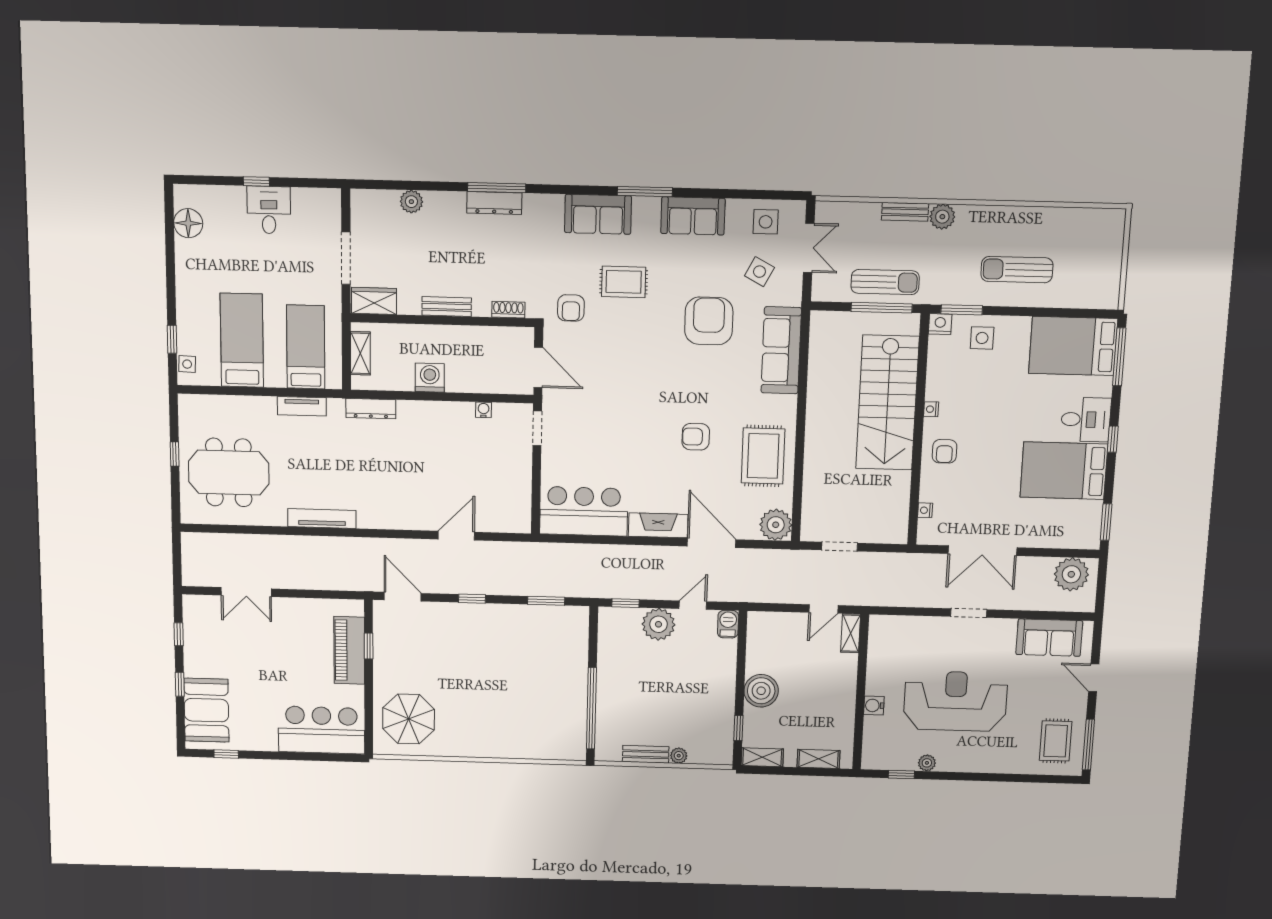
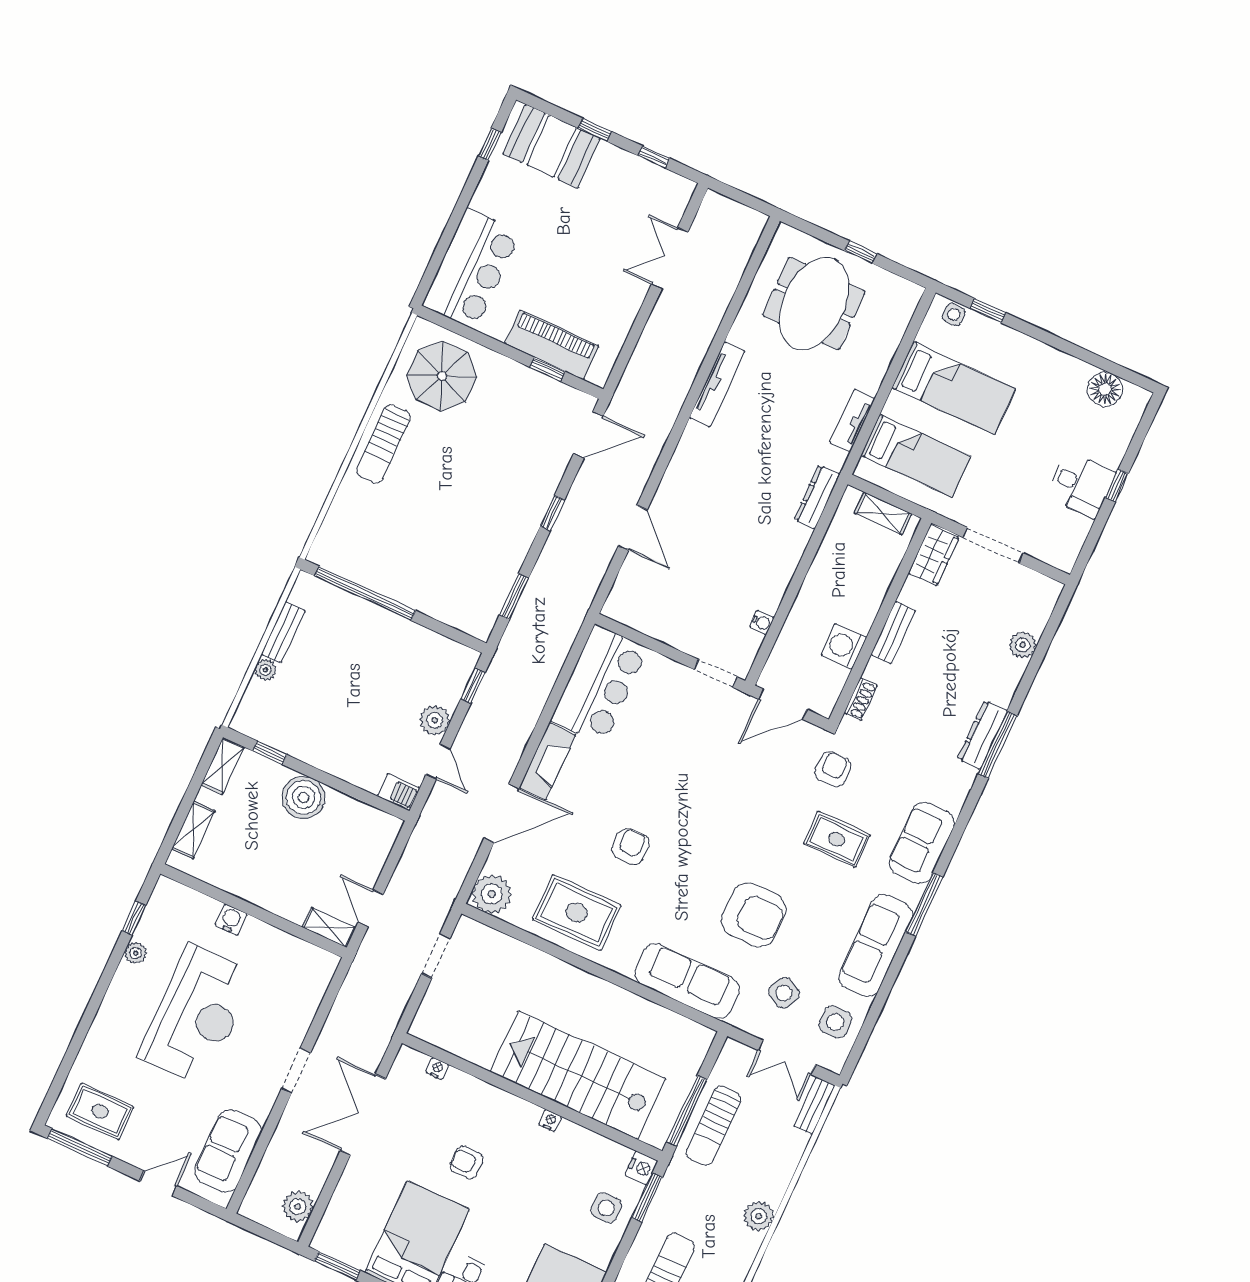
bench: (905, 212) -> (814, 1106), moved
sofa: (693, 216) -> (876, 946), width x1.36
rug: (624, 282) -> (837, 839), turned 90
armchair: (571, 308) -> (833, 769), turned 90
washing machine: (430, 378) -> (844, 646), moved, turned 180
armchair: (945, 451) -> (467, 1163), moved
plant: (1071, 574) -> (298, 1206), width x0.73, depth x0.73
plant: (659, 624) -> (435, 720), width x0.73, depth x0.73
sun lounger: (477, 740) -> (383, 444), added

